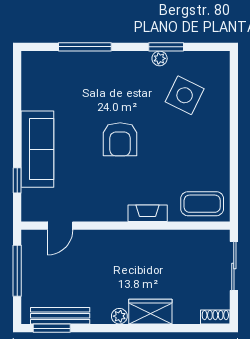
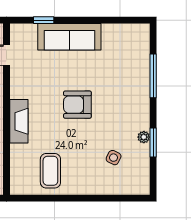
side table: (185, 95) -> (114, 158), width x0.54, depth x0.54
coffee table: (202, 204) -> (50, 171), moved
fireplace: (148, 213) -> (19, 121), width x1.37, depth x1.32

